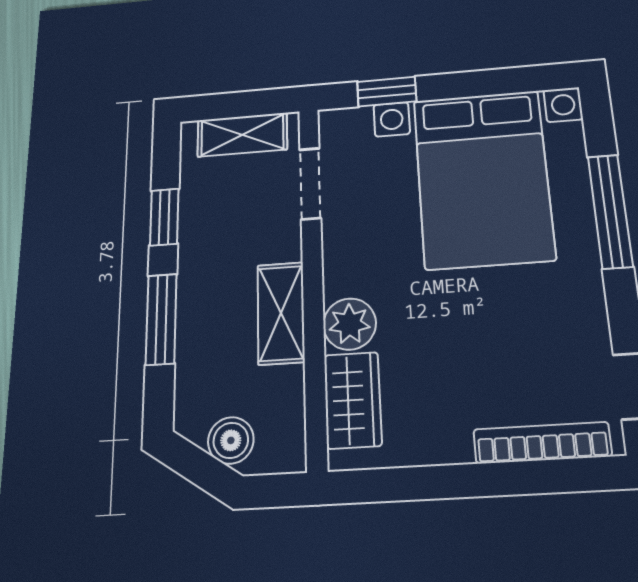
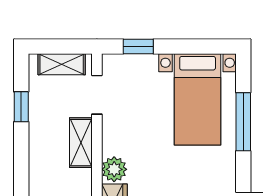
bed with nightstands: (483, 178) -> (198, 99), width x0.73
shelving: (281, 313) -> (81, 143), moved
window: (161, 319) -> (21, 160), removed

